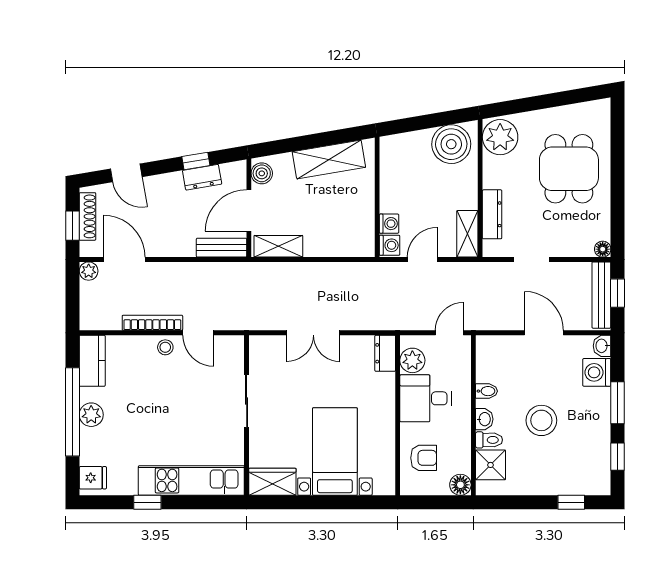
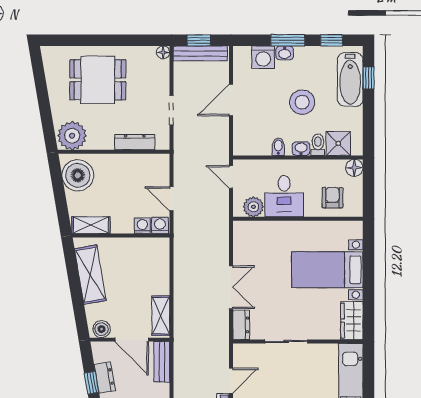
shelving: (467, 234) -> (91, 225), moved
washbasin: (602, 346) -> (285, 53), moved
dresser: (385, 353) -> (241, 325), moved, turned -90
bathtub: (569, 480) -> (350, 79), added

